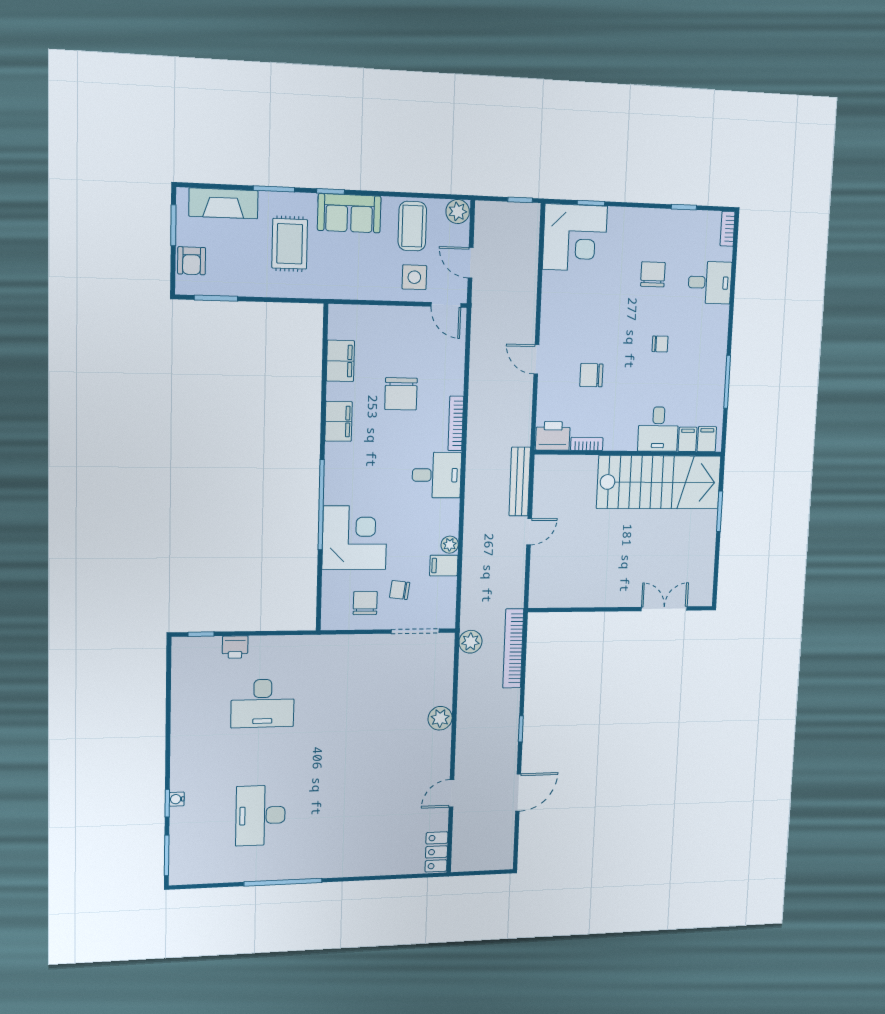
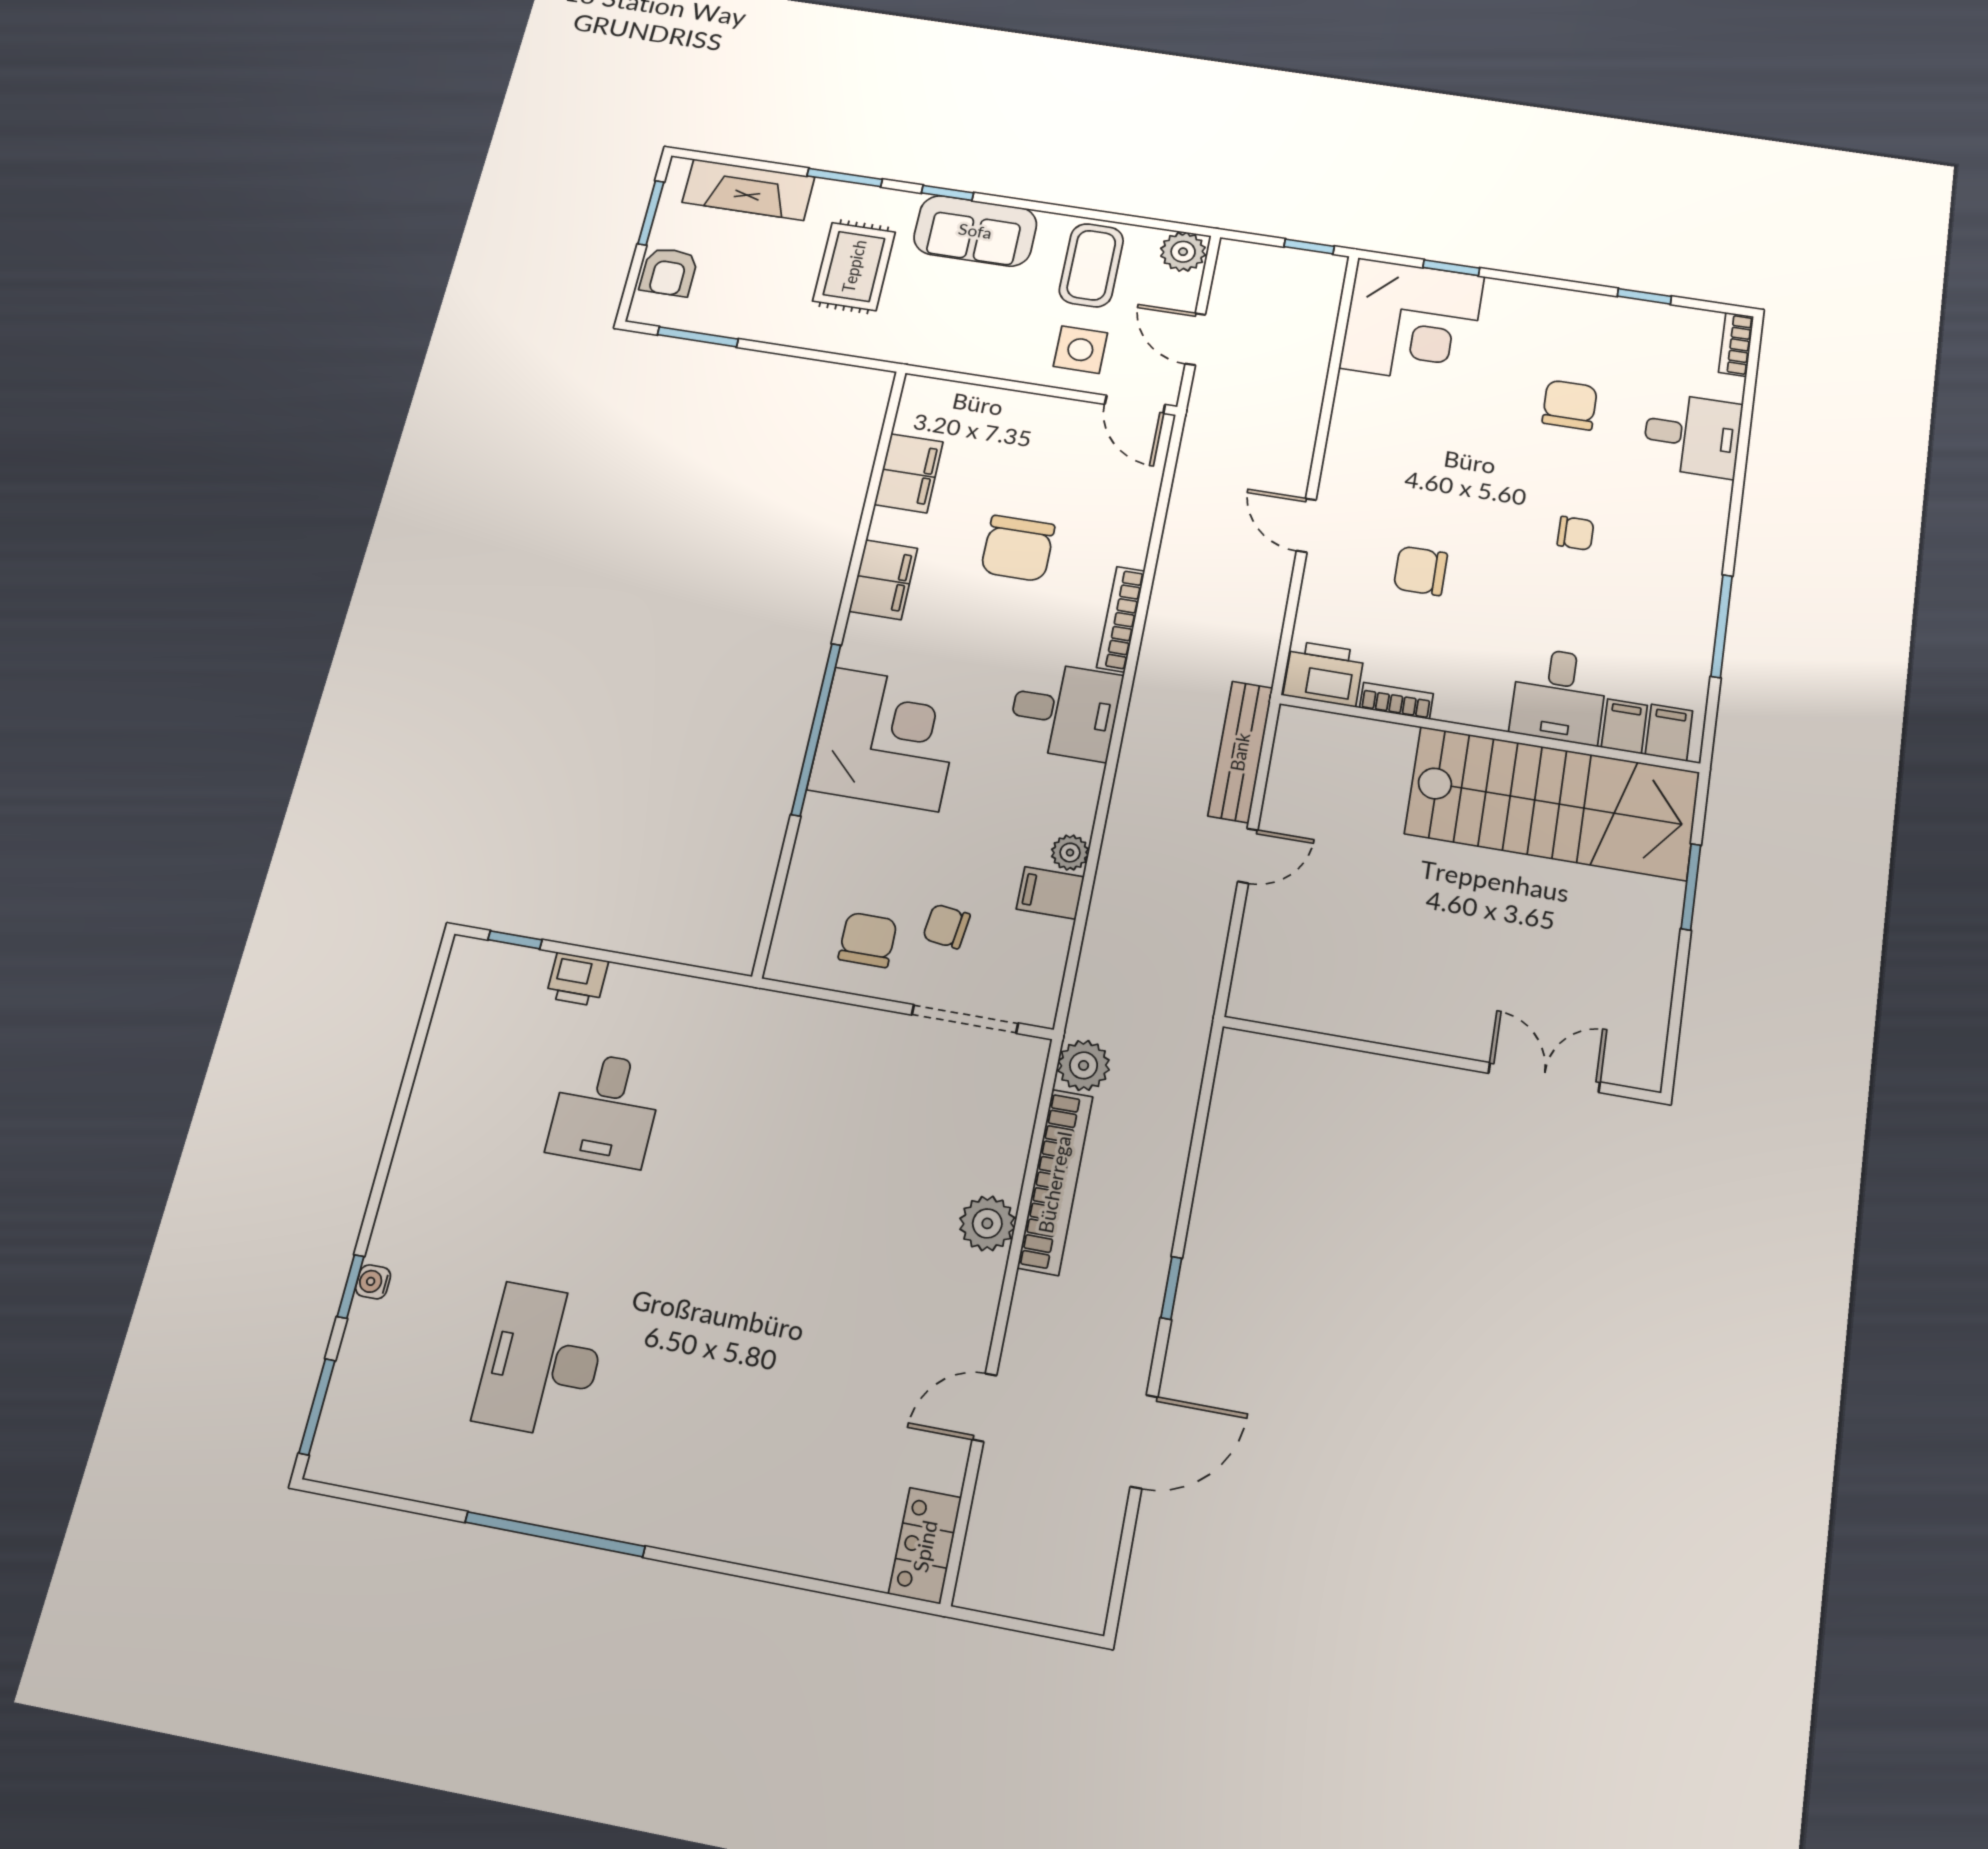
corner desk: (355, 538) -> (886, 739), moved
bookcase: (513, 648) -> (1055, 1182), moved, turned 180
desk: (263, 703) -> (606, 1109), width x0.73

